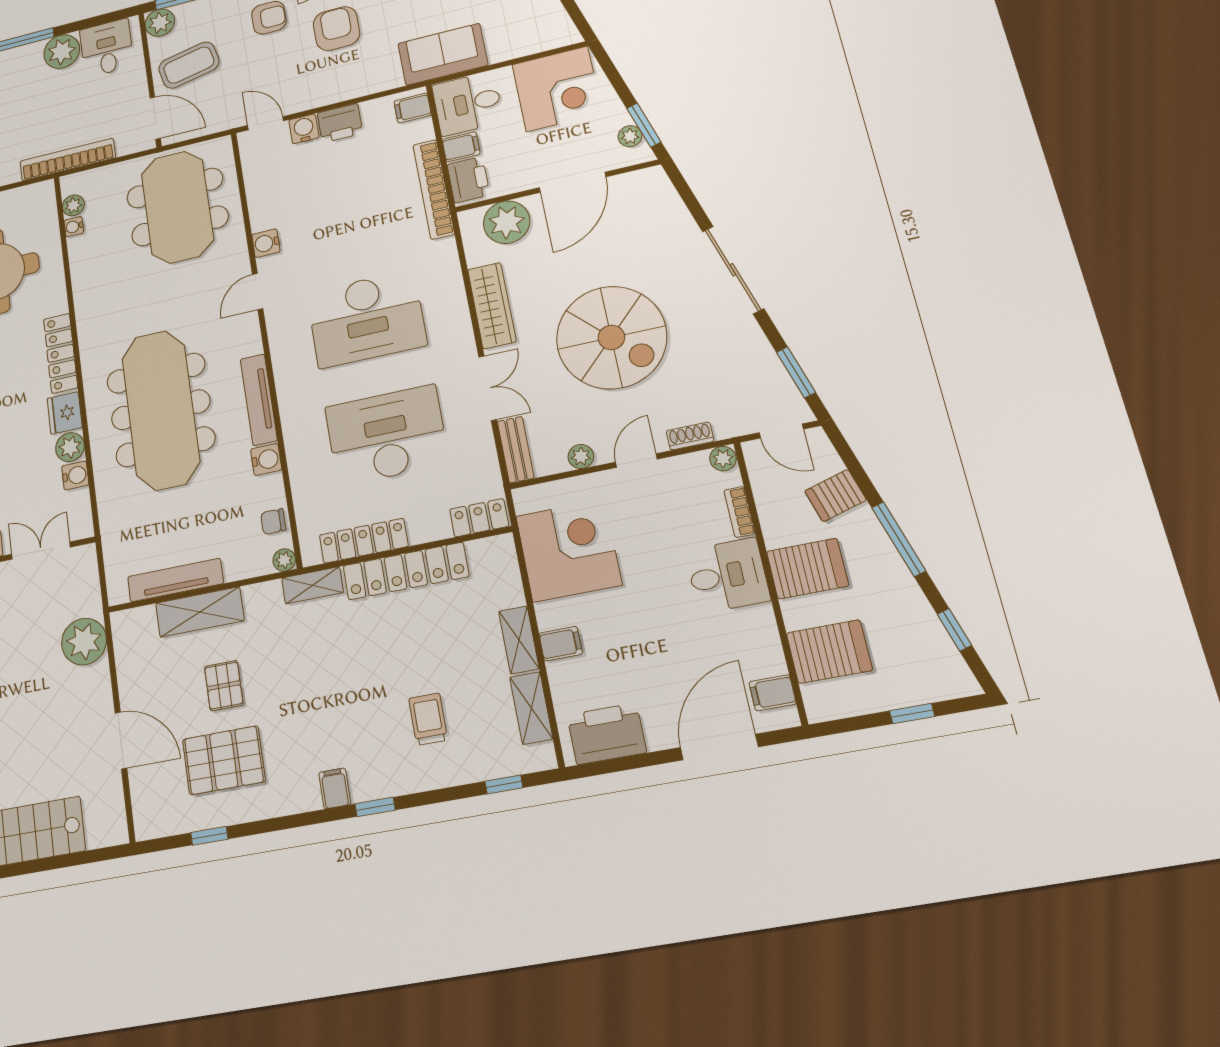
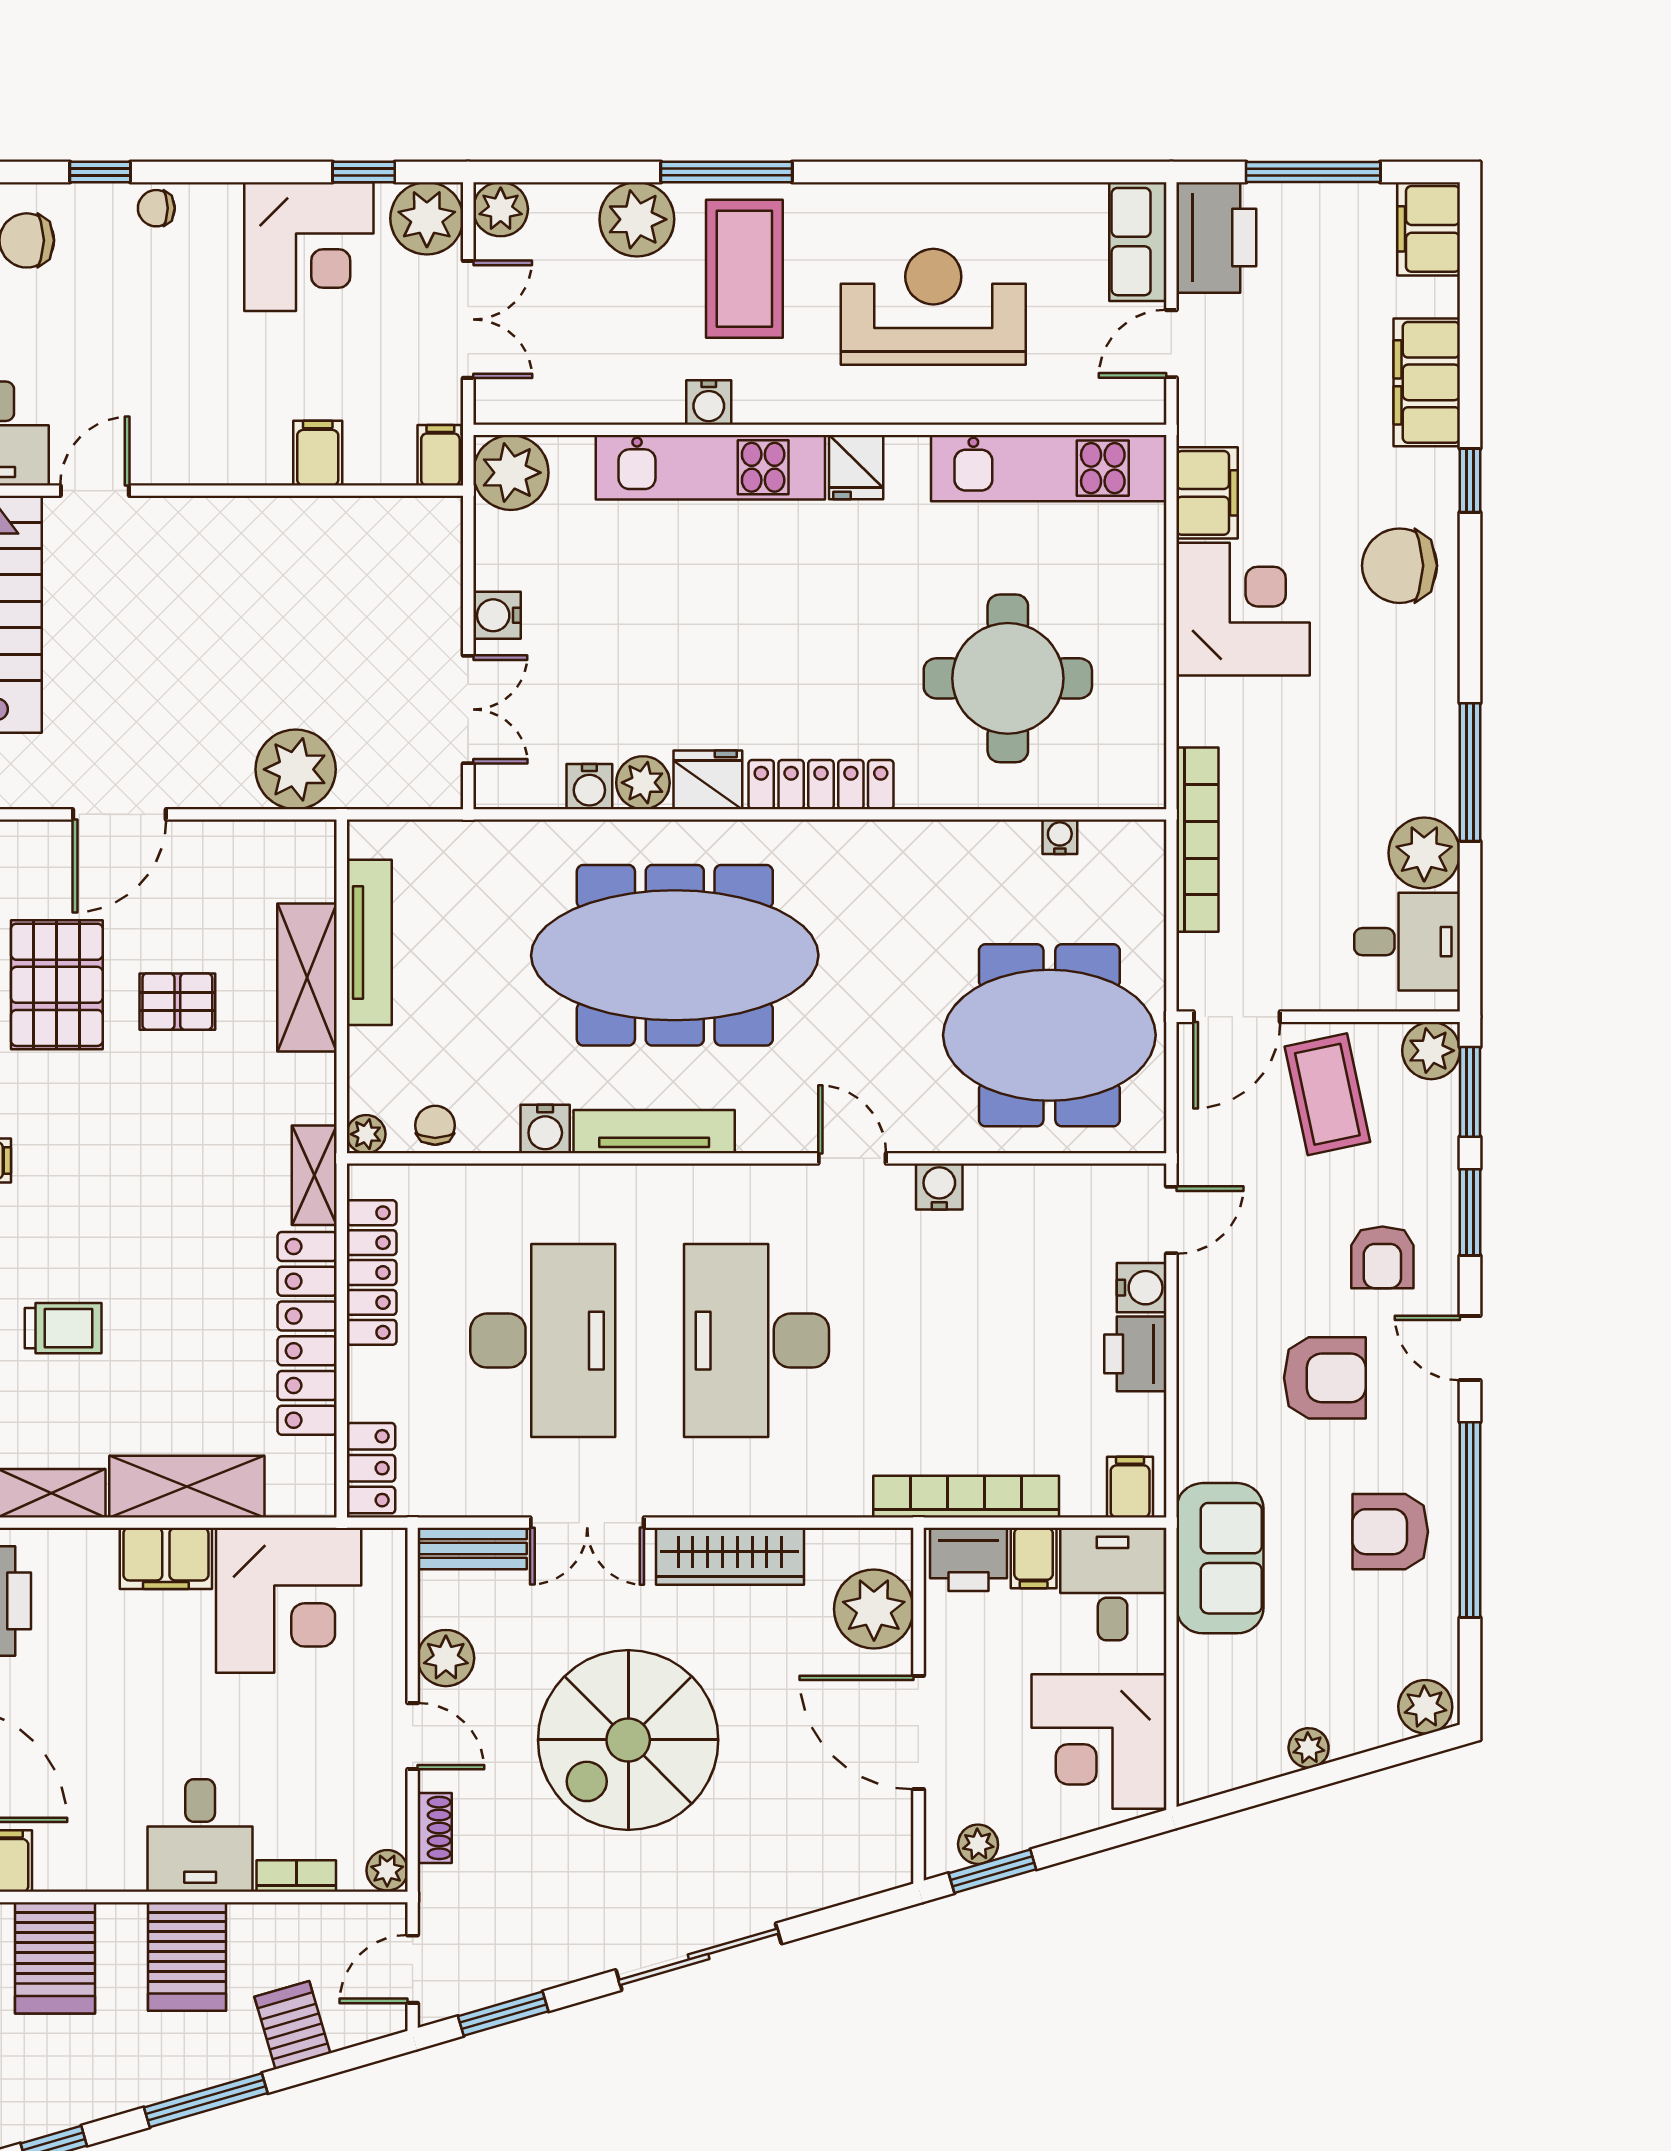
plant: (73, 205) -> (1102, 841), removed
plant: (581, 456) -> (446, 1658), width x1.38, depth x1.38
shelving: (519, 640) -> (187, 1487), width x1.50, depth x1.33
filing cabinet: (561, 644) -> (166, 1558), width x2.00

